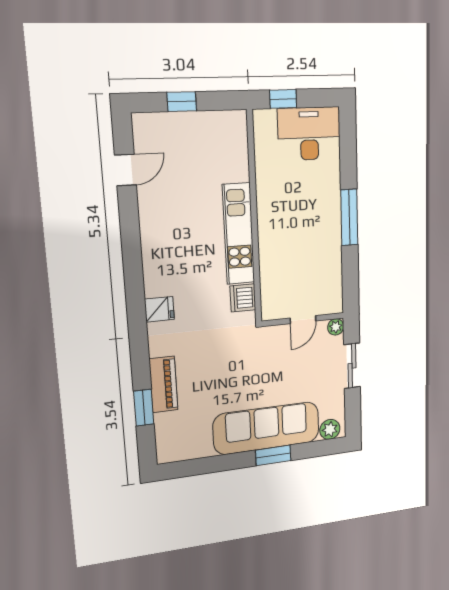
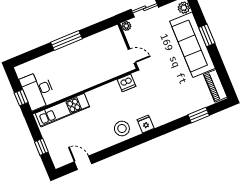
desk: (309, 134) -> (38, 90), moved
kitchen unit: (239, 234) -> (62, 110), moved
stool: (166, 264) -> (122, 128), added
door: (303, 320) -> (132, 56), moved
piano: (163, 384) -> (215, 86), moved, turned -90

